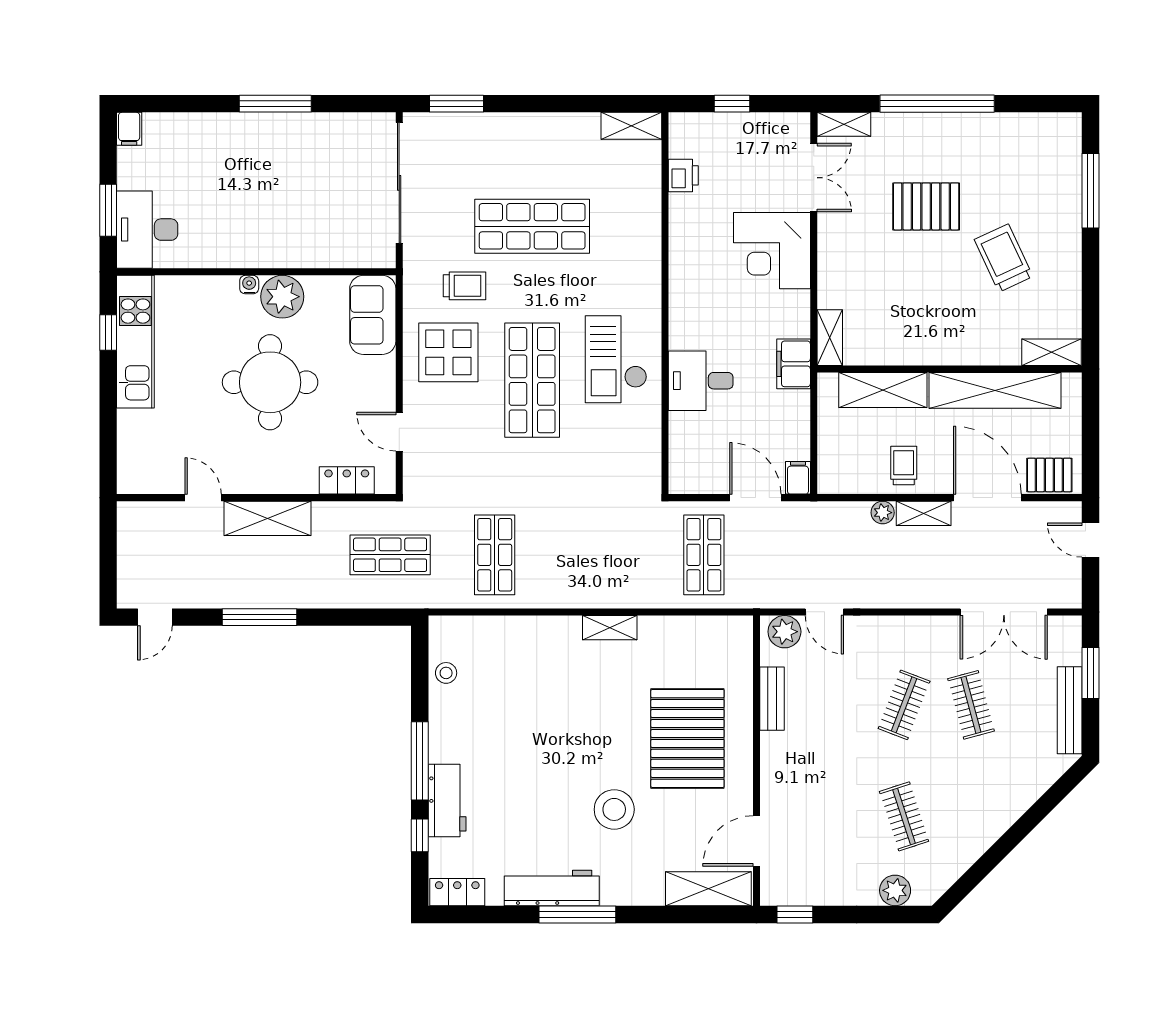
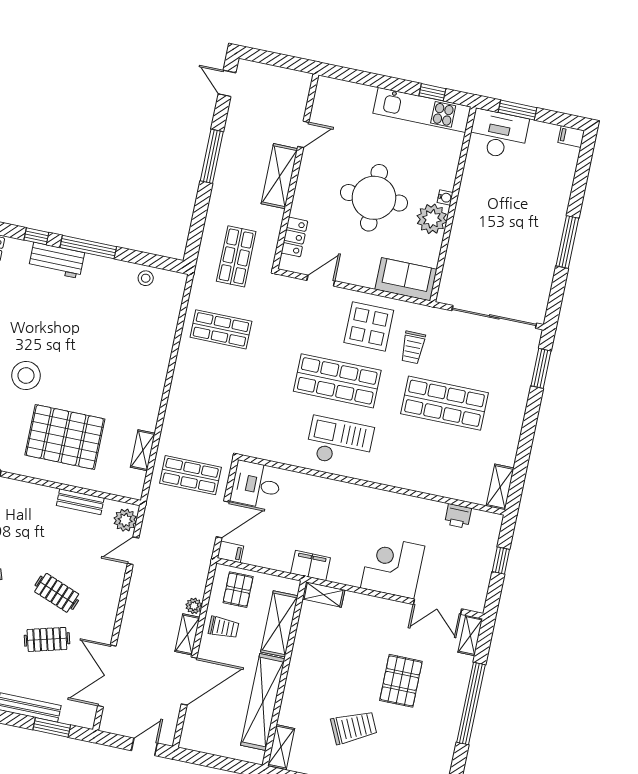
shop shelf: (532, 226) -> (445, 403), turned 90
desk: (701, 381) -> (256, 485), moved, turned -90
pallet: (1049, 475) -> (238, 590), moved
shelving: (610, 628) -> (143, 450), moved

